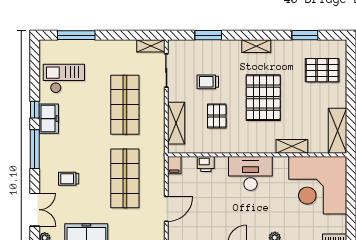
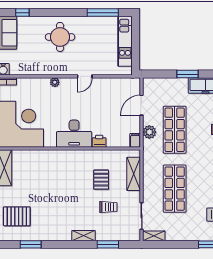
shelving: (256, 46) -> (84, 236), moved
pallet: (263, 98) -> (64, 194), removed
shelving: (292, 146) -> (41, 155), removed
printer: (206, 164) -> (99, 141), moved
plant: (156, 175) -> (149, 132), added

